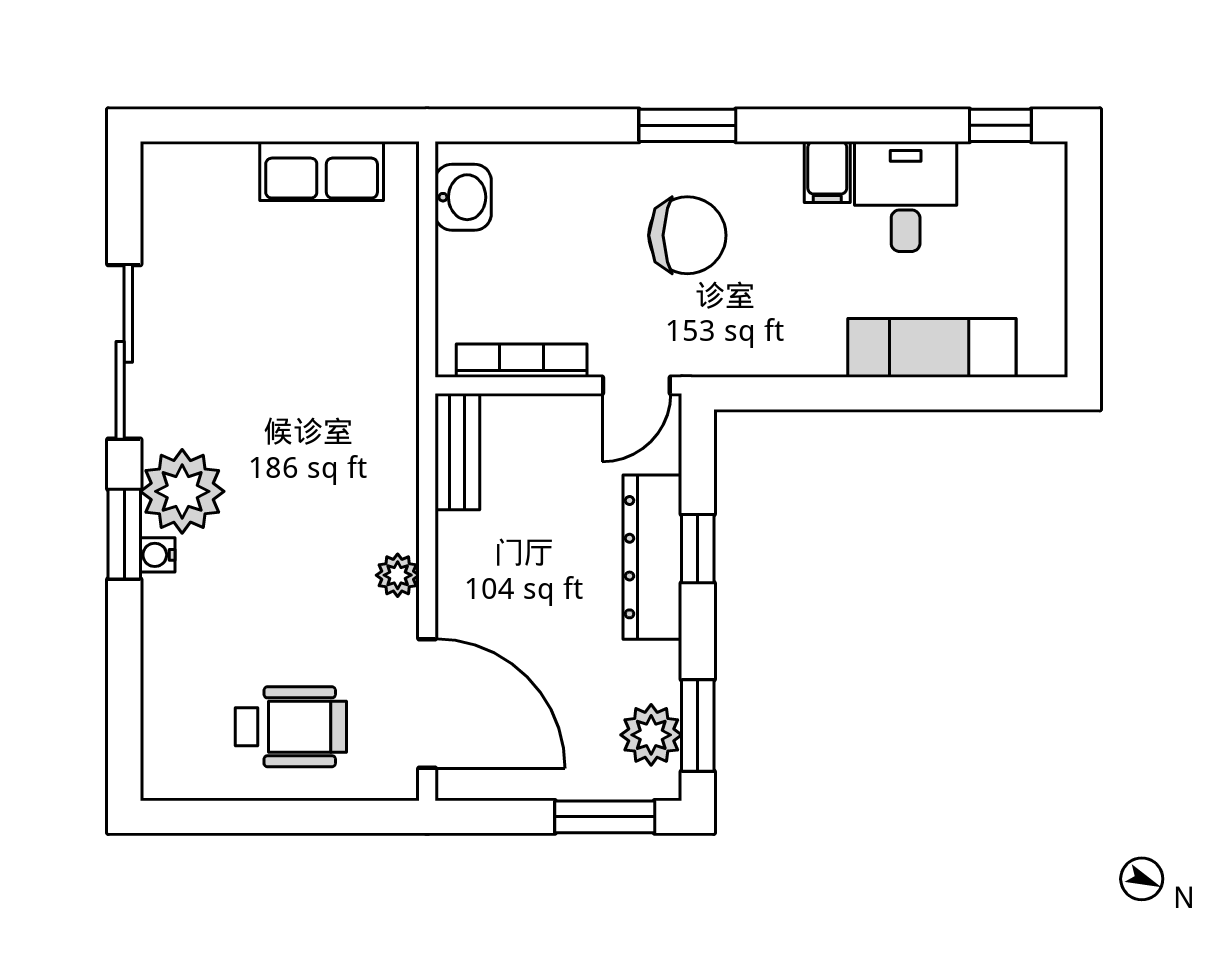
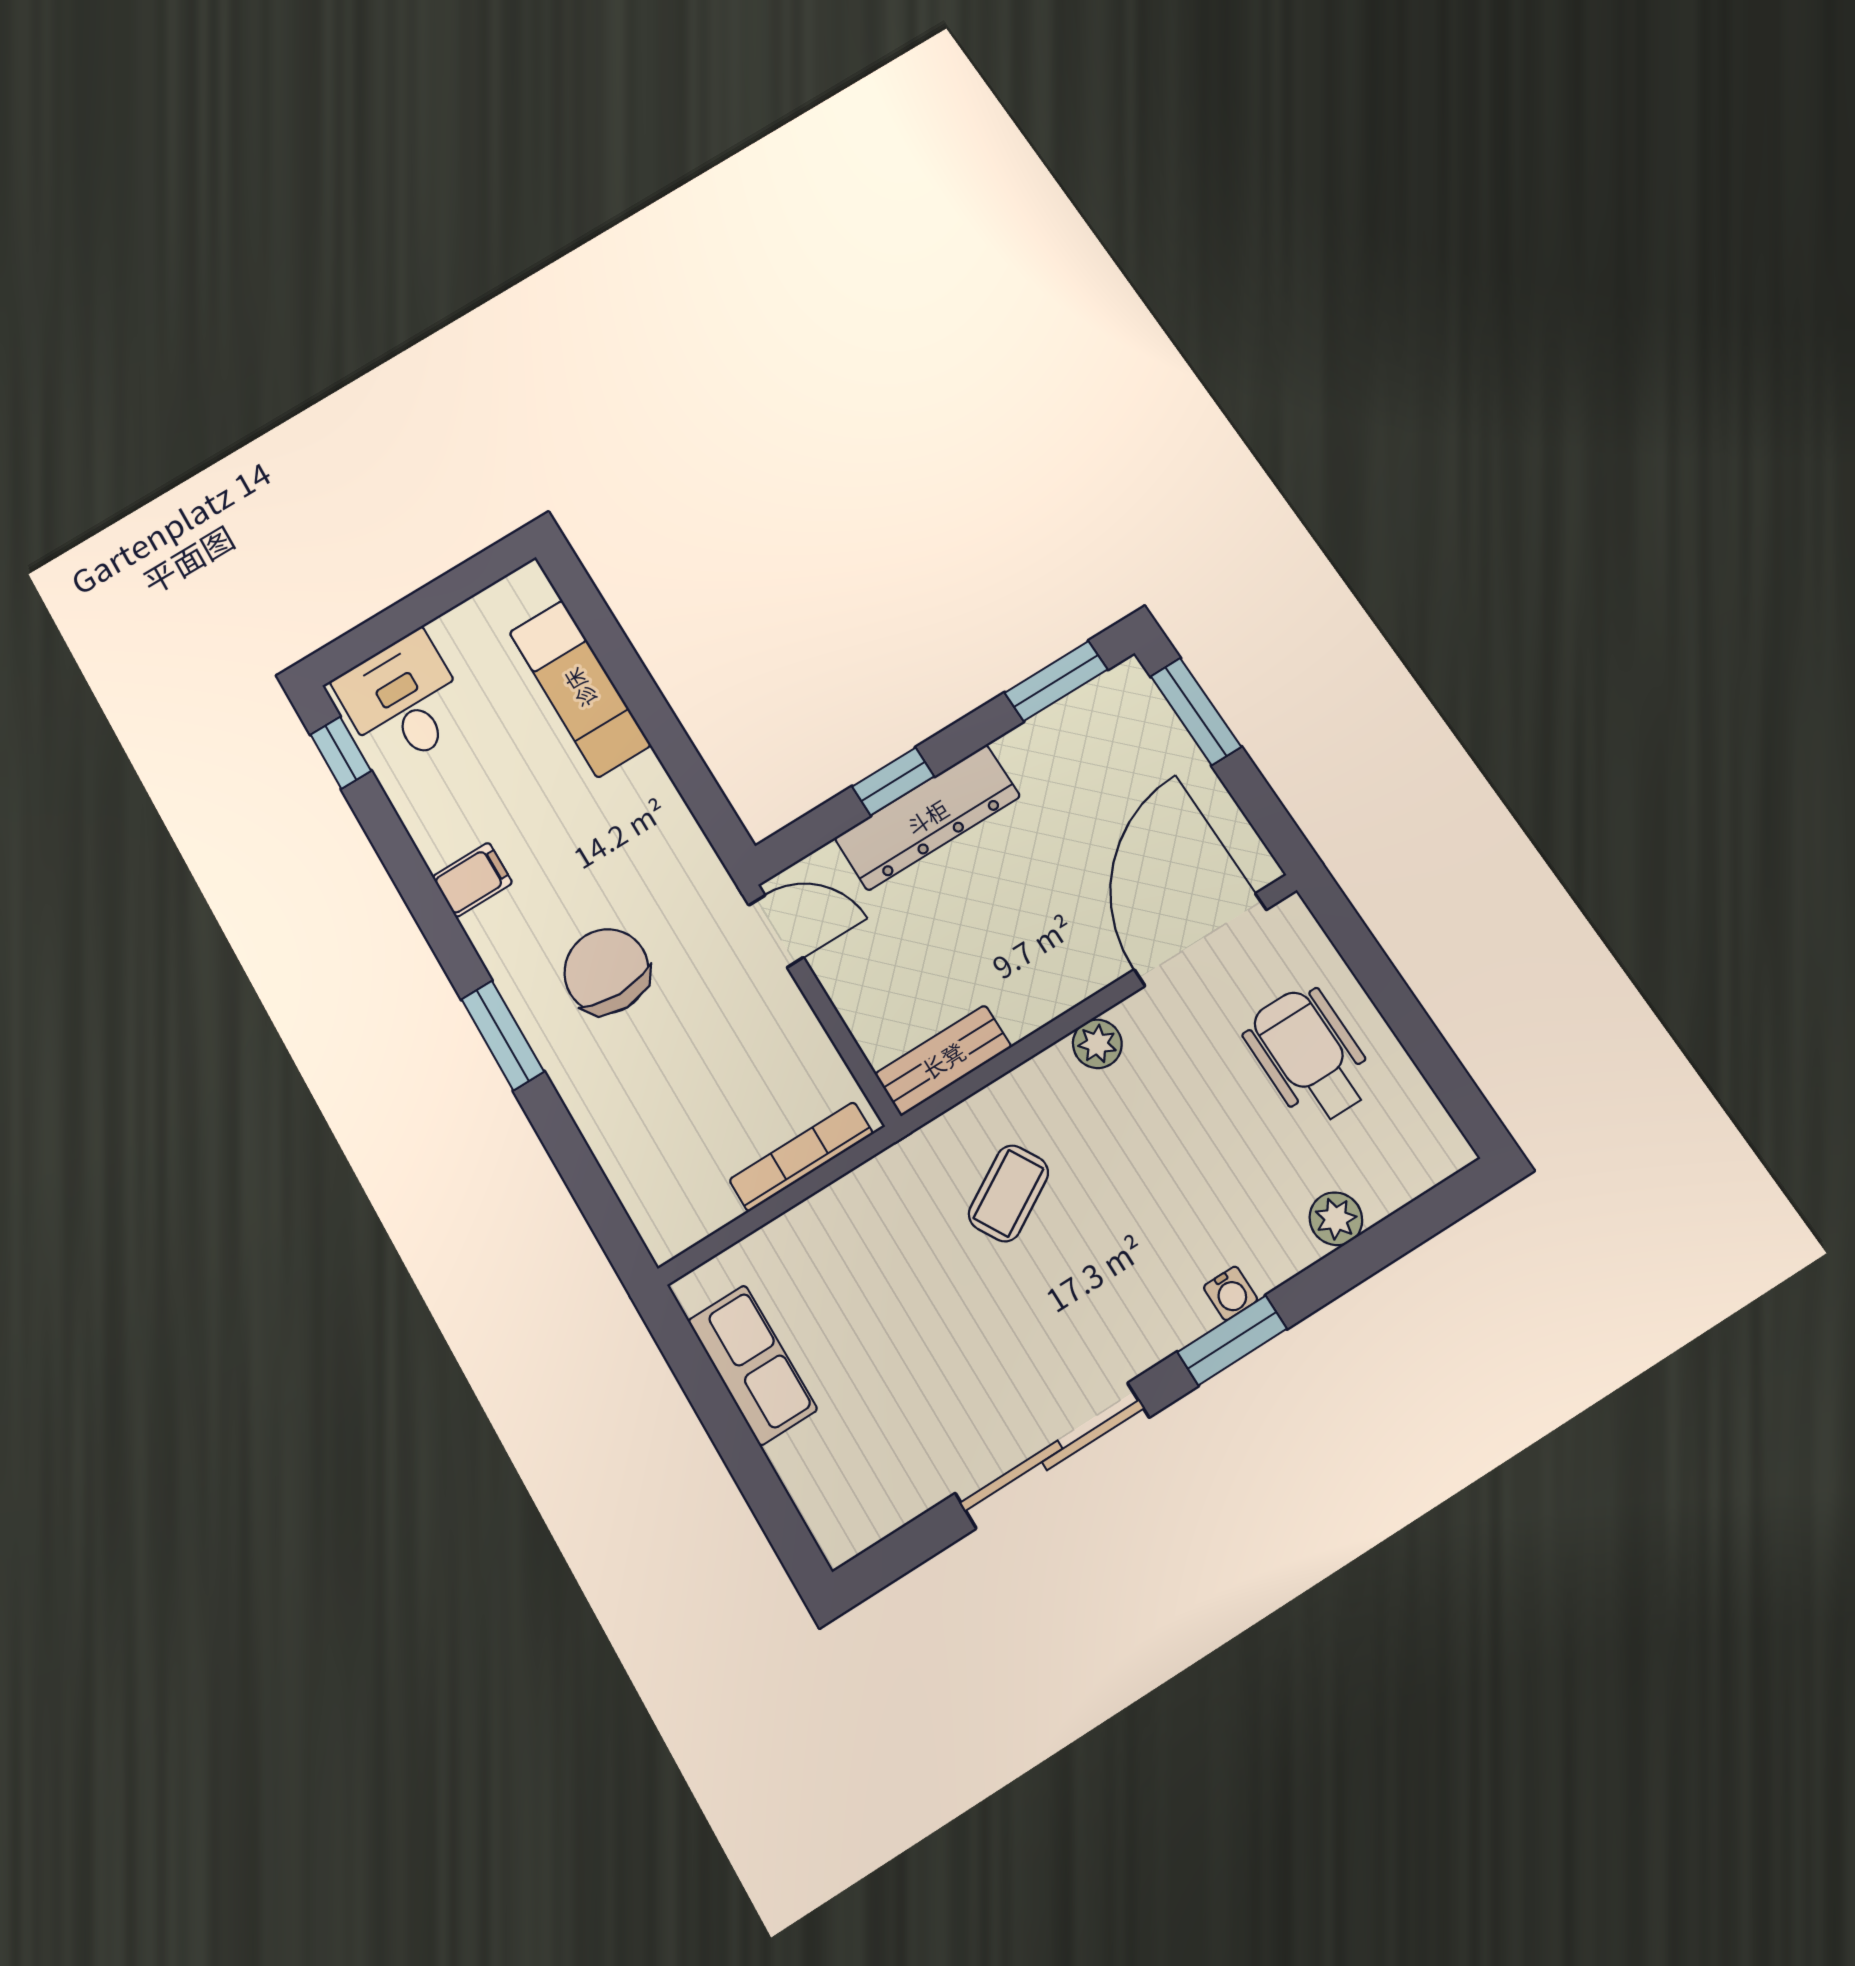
washbasin: (463, 197) -> (696, 1207), removed
desk: (906, 197) -> (403, 701), moved, turned 90
bookcase: (522, 361) -> (801, 1157), moved, turned 90
coffee table: (329, 438) -> (1009, 1193), added
plant: (182, 491) -> (1336, 1219), moved, width x0.53, depth x0.53
plant: (651, 735) -> (1092, 717), removed

